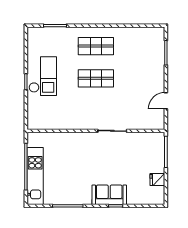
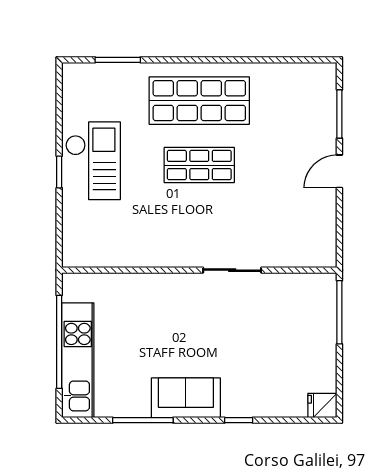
shop shelf: (96, 46) -> (199, 101), width x1.43, depth x1.36
door: (166, 101) -> (339, 171), moved
fridge: (157, 179) -> (322, 406), moved
sofa: (109, 195) -> (186, 398), moved

